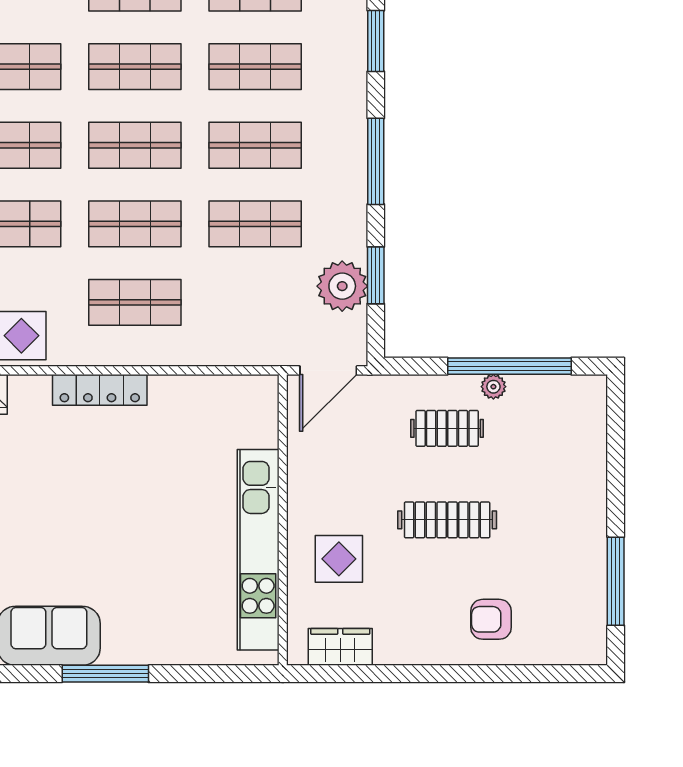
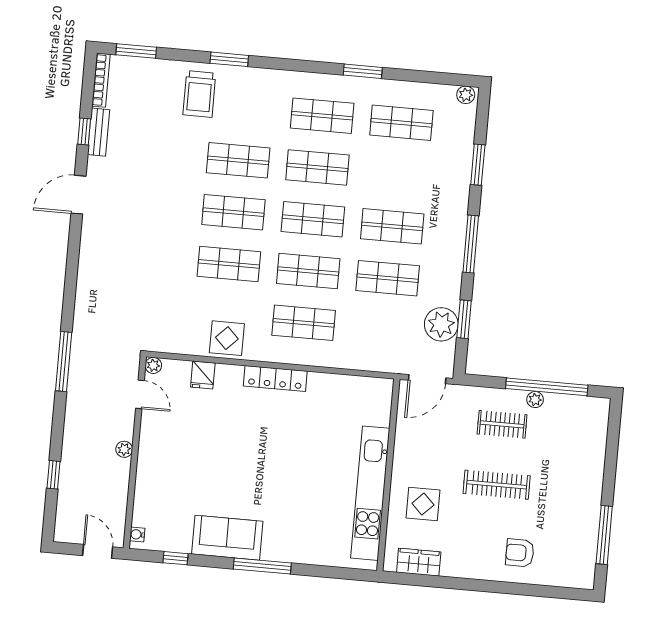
shop shelf: (255, 67) -> (397, 175), removed

